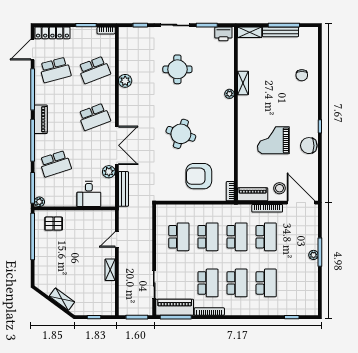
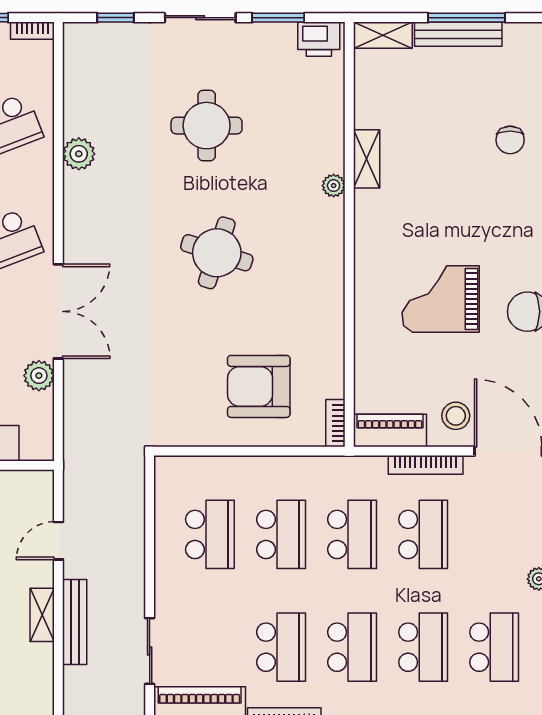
round table: (181, 134) -> (217, 253), moved
bench: (123, 189) -> (75, 622), moved
school desk: (295, 283) -> (494, 647), added

